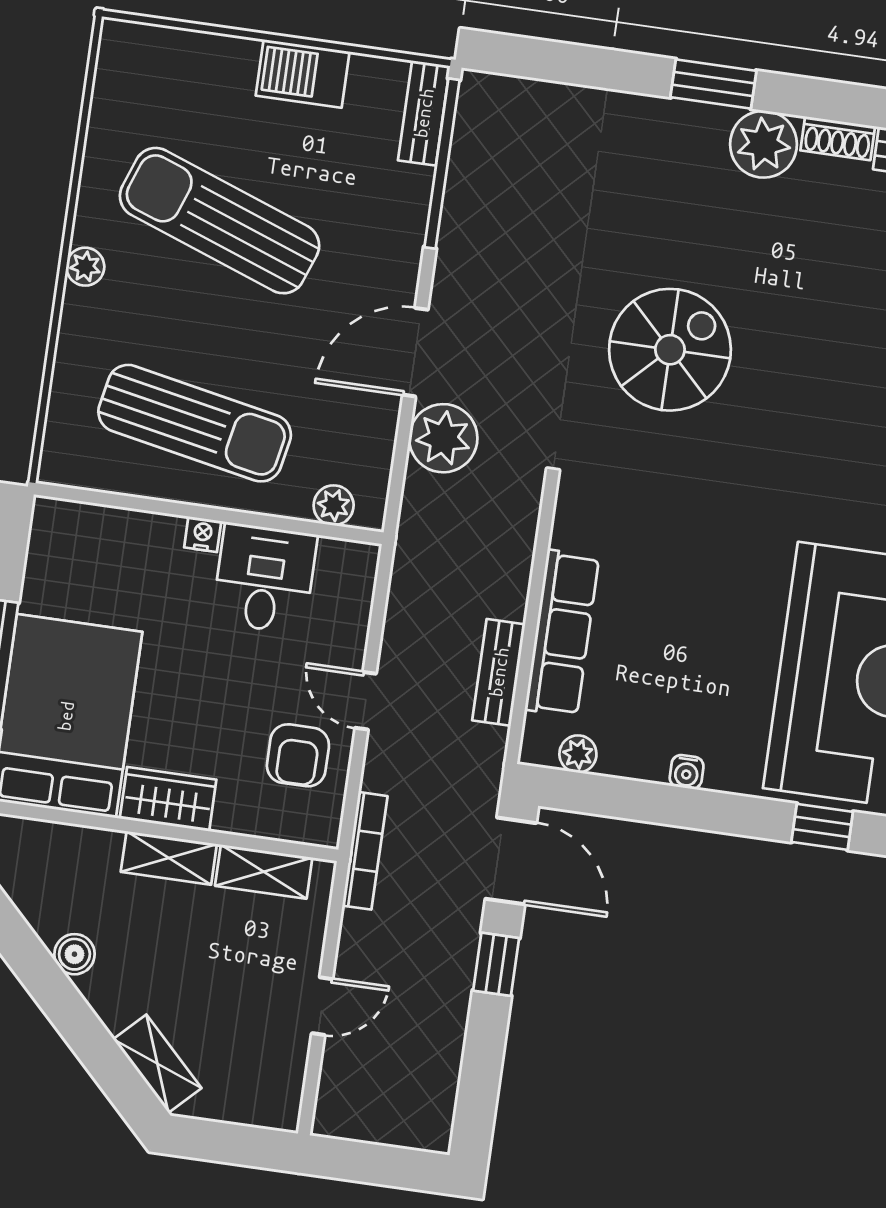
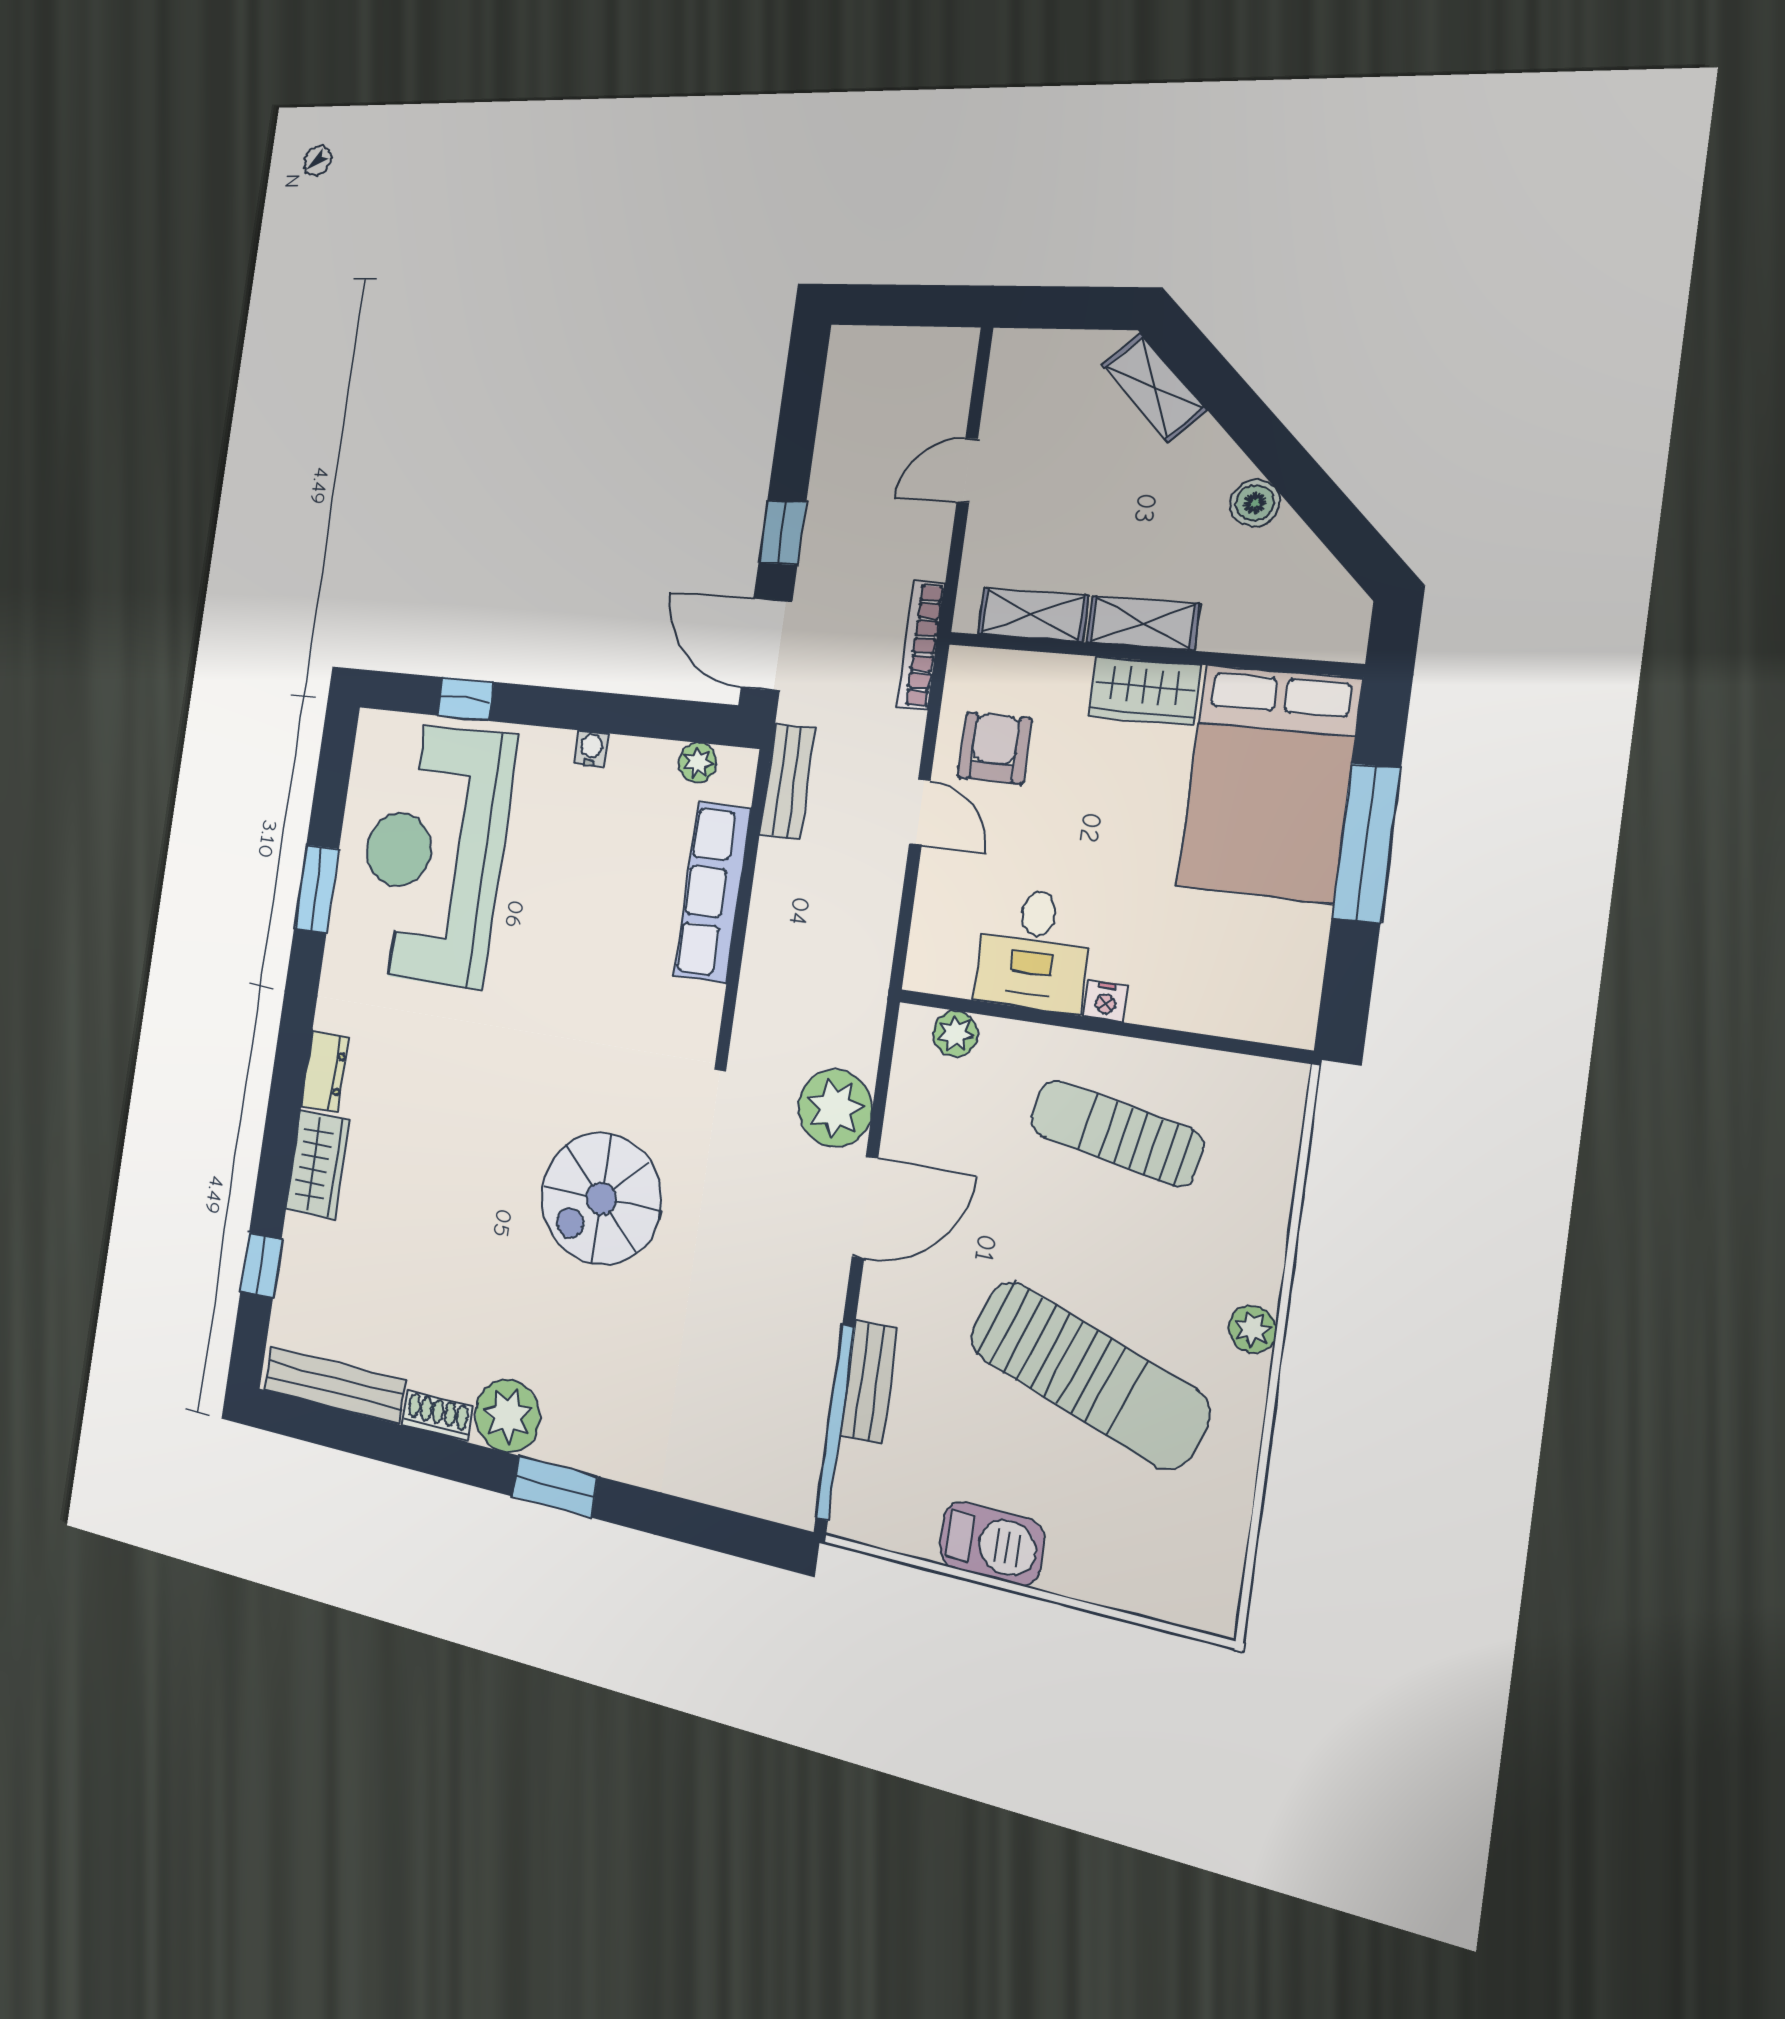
bench: (424, 113) -> (869, 1382), moved
sun lounger: (195, 423) -> (1116, 1133), width x0.73, depth x0.75
bench: (499, 672) -> (787, 782), moved

